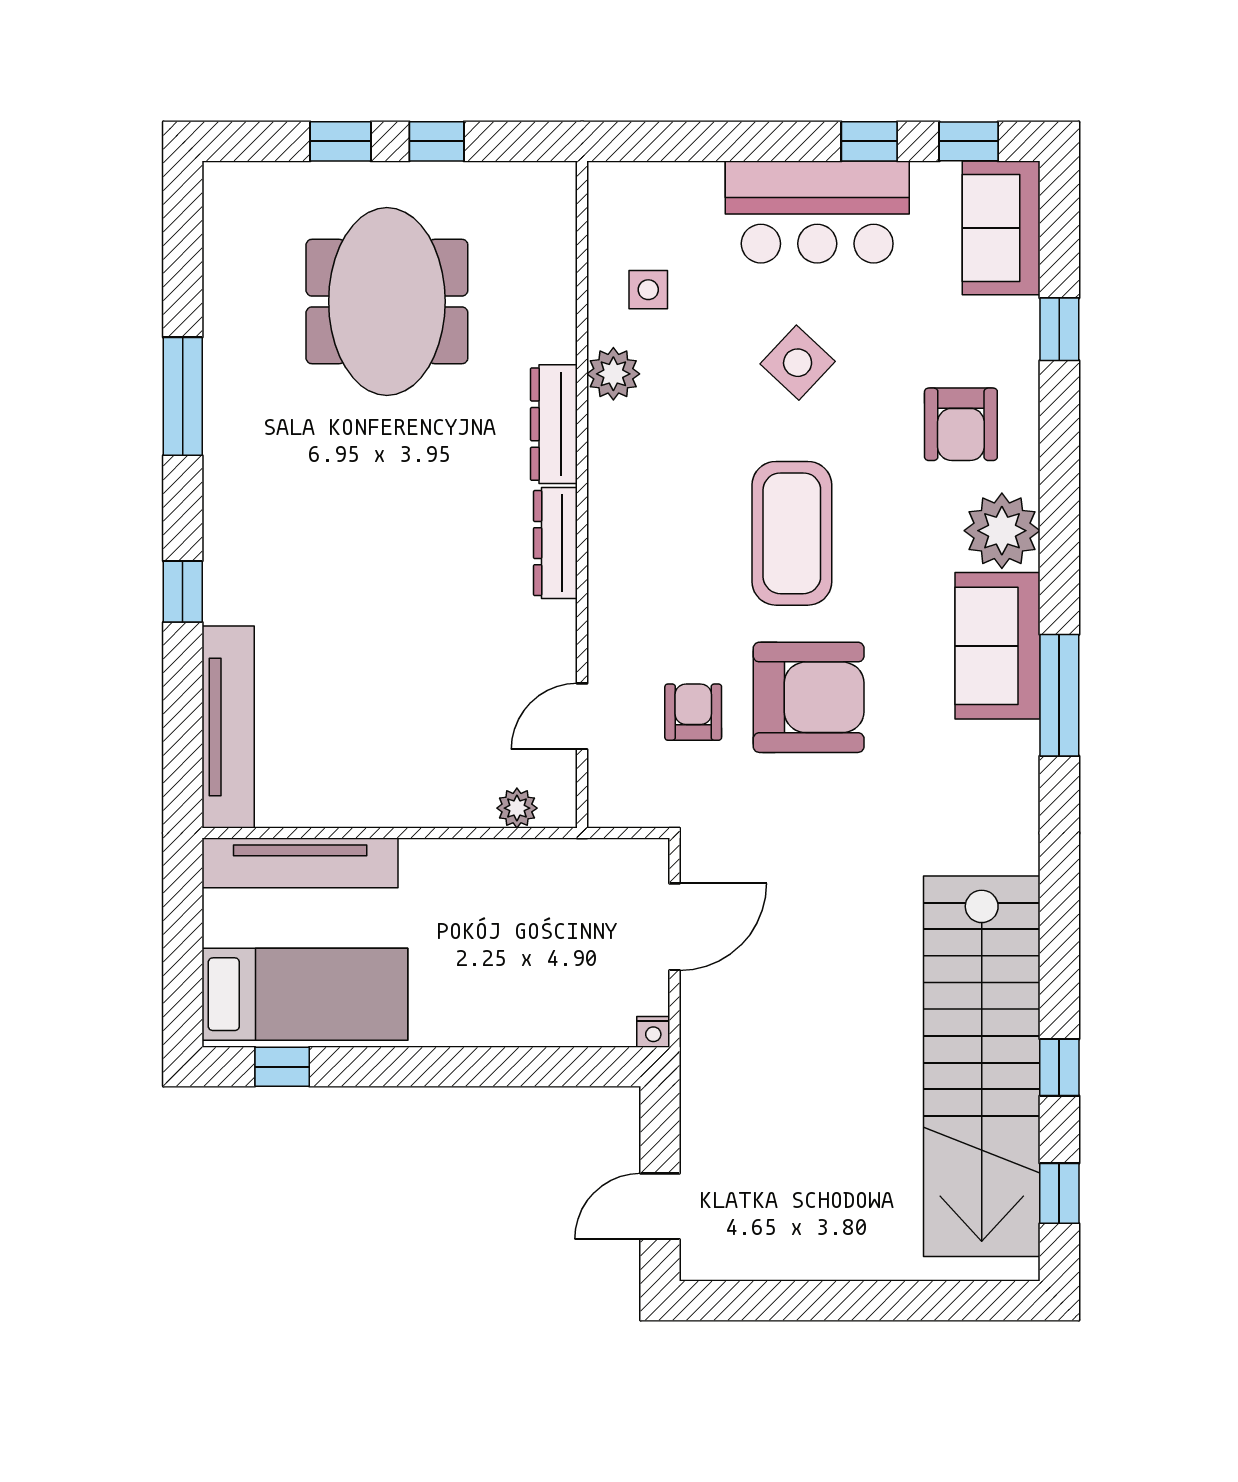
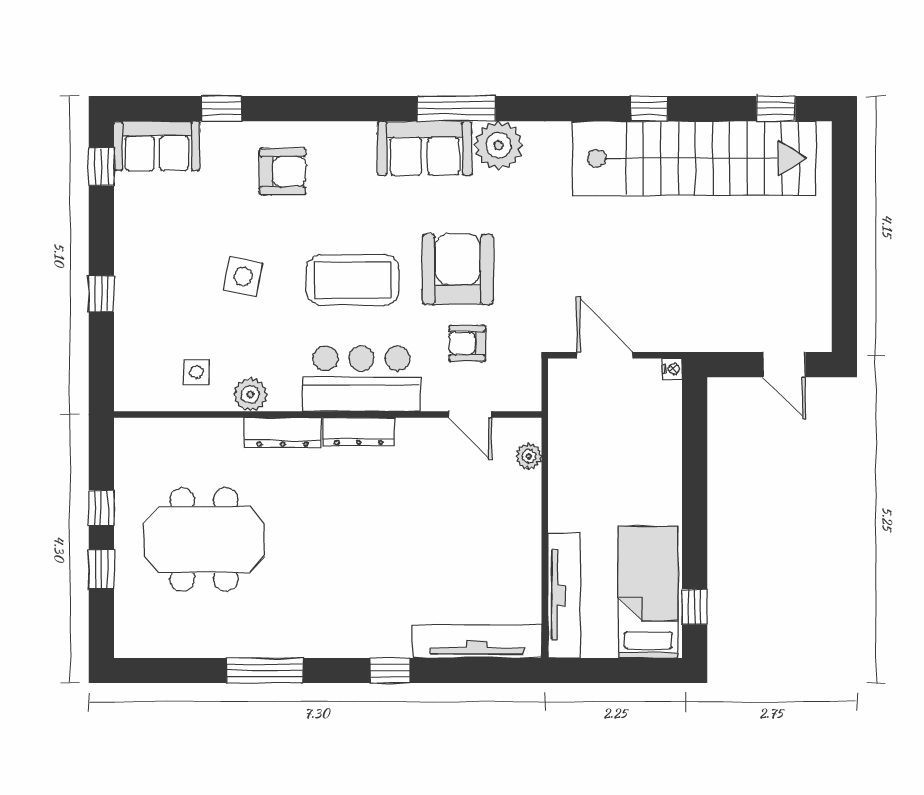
window: (869, 141) -> (101, 294), moved
bar counter: (817, 212) -> (361, 379), moved, turned -90
side table: (798, 363) -> (243, 276), turned -33
plant: (1002, 531) -> (499, 145), moved
window: (1059, 1067) -> (649, 109), moved

